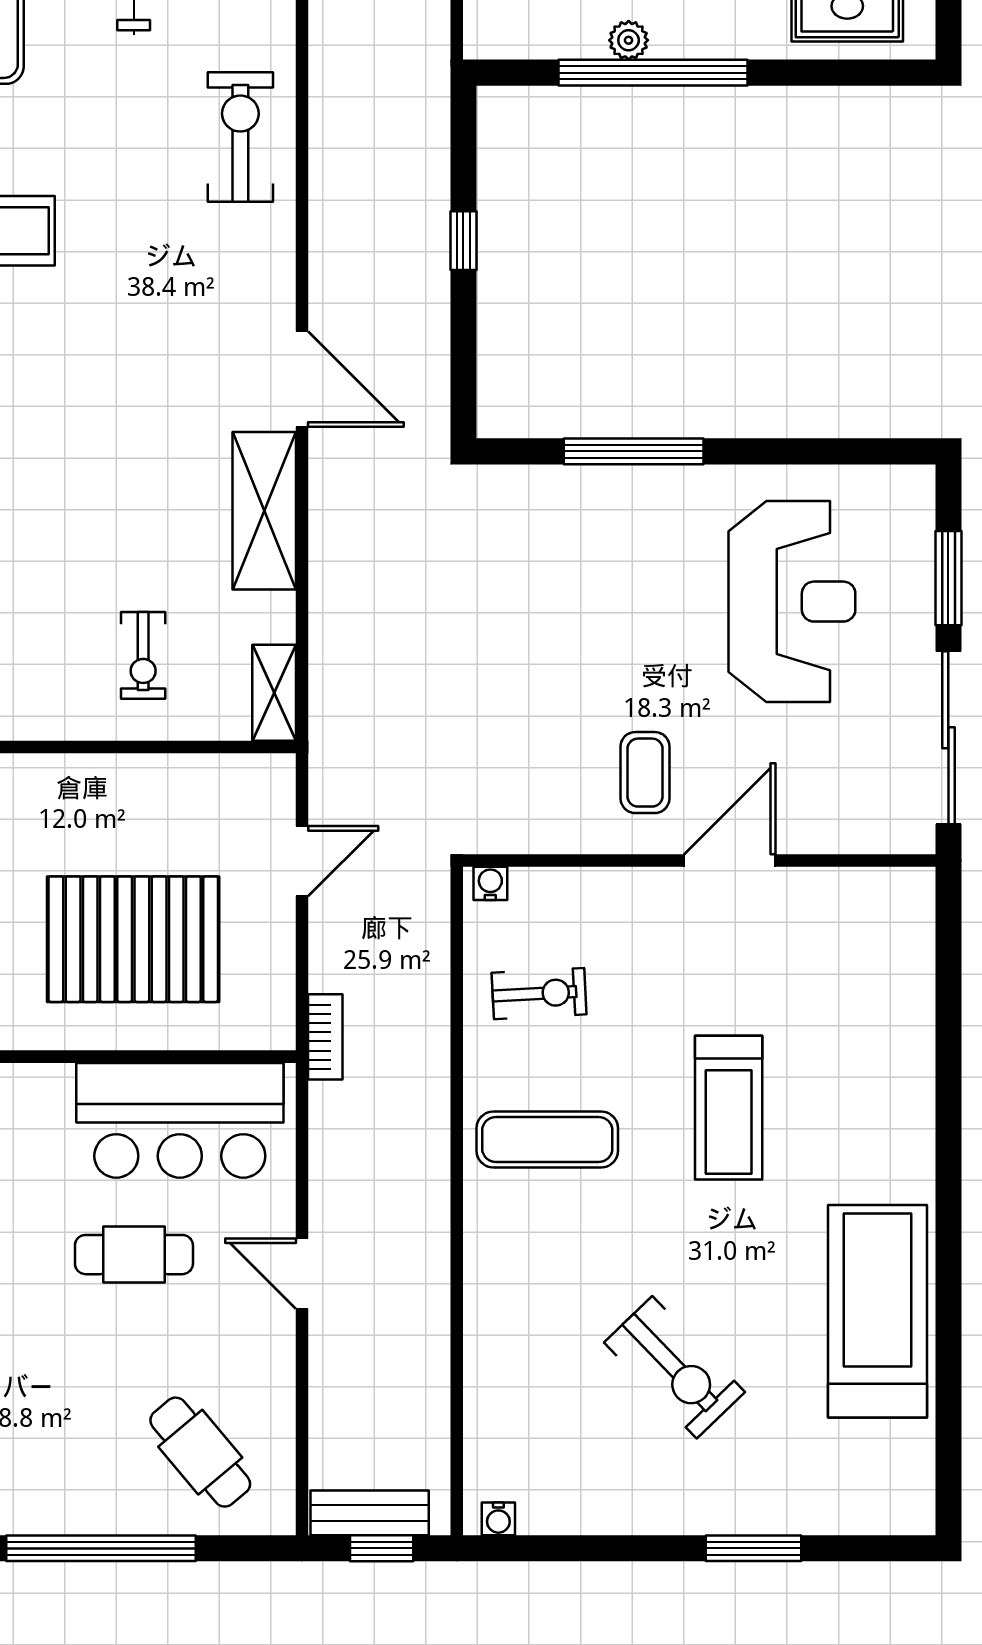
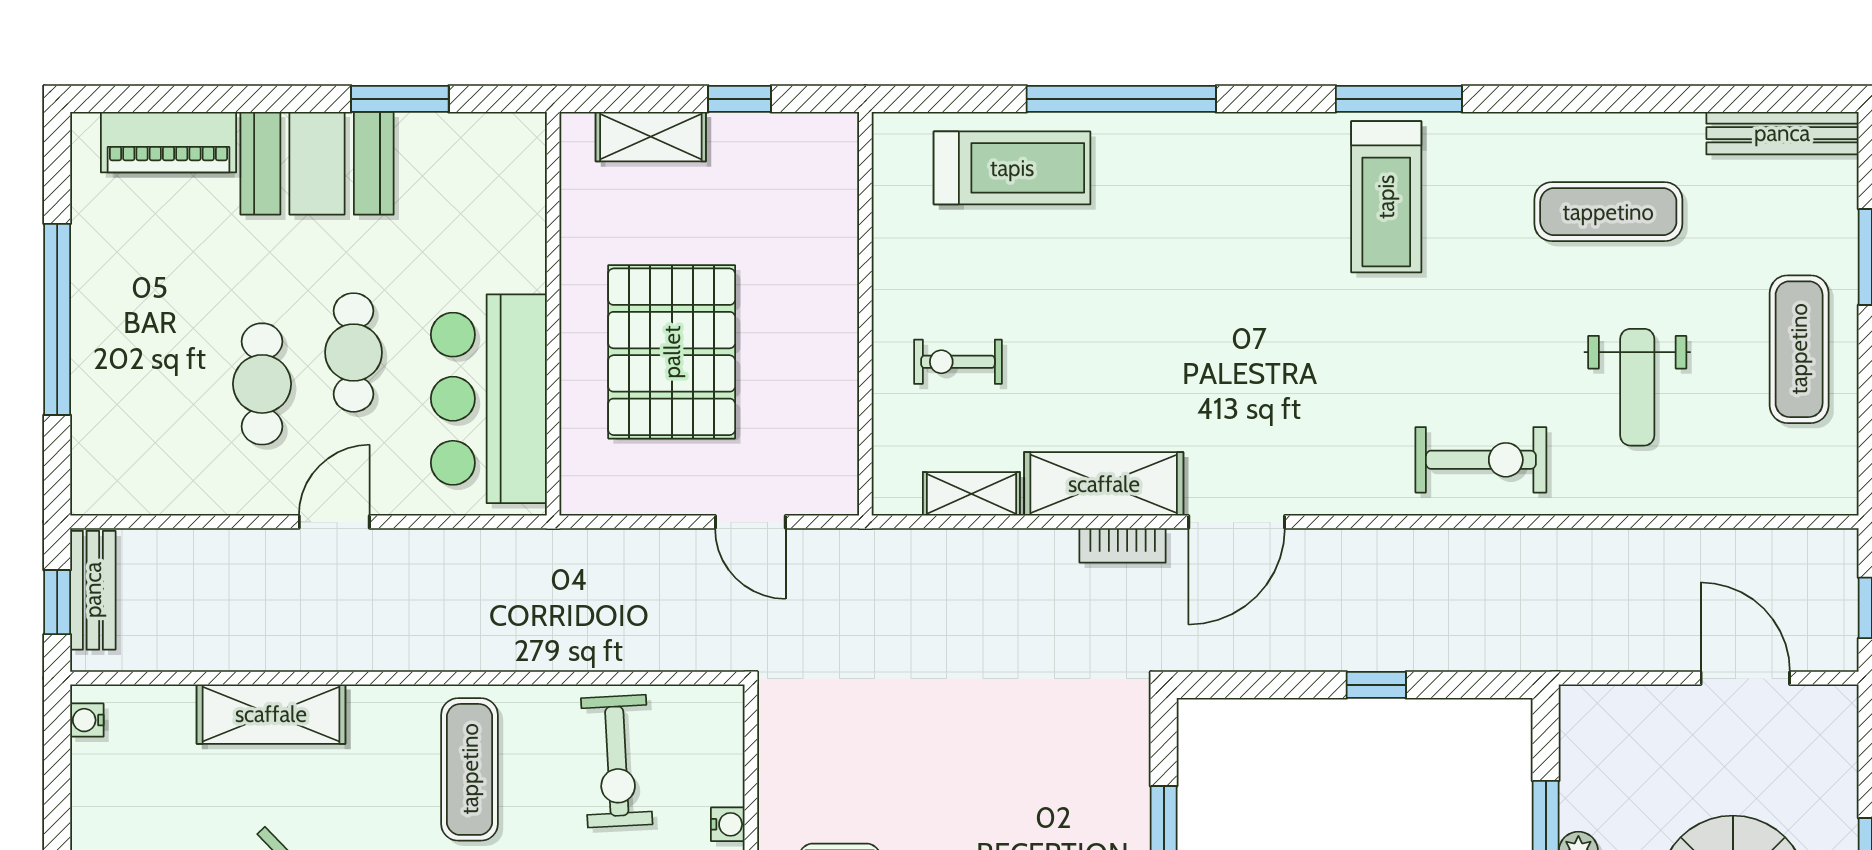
shelving: (274, 693) -> (971, 494), moved
water cooler: (490, 883) -> (728, 824), moved
exercise bike: (539, 994) -> (617, 761), width x1.38, depth x1.39
bookcase: (325, 1037) -> (1123, 545), moved
shelving: (492, 1336) -> (271, 714), added
cafe table: (200, 1452) -> (262, 384), moved, turned -50

